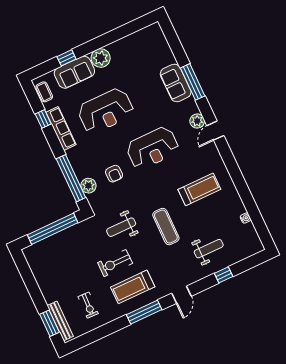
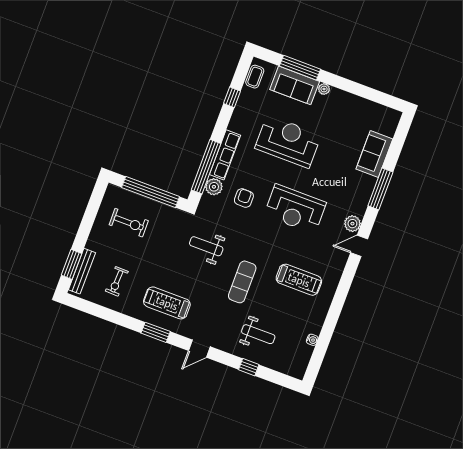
window: (66, 58) -> (300, 68), width x2.17
plant: (101, 58) -> (324, 89), width x0.53, depth x0.53
sofa: (176, 83) -> (374, 154), moved
reception desk: (106, 111) -> (288, 141), turned 180
row of seats: (61, 128) -> (225, 155), moved
armchair: (114, 174) -> (244, 198), turned 180
exercise bike: (115, 263) -> (129, 223), moved, turned 180
window: (144, 312) -> (156, 332), width x0.69

